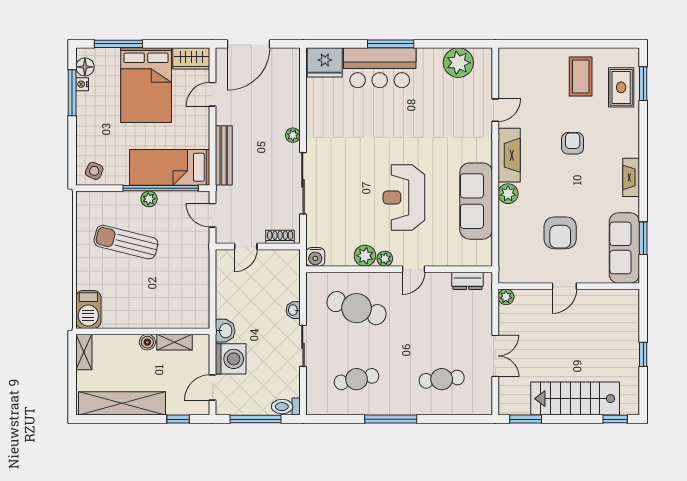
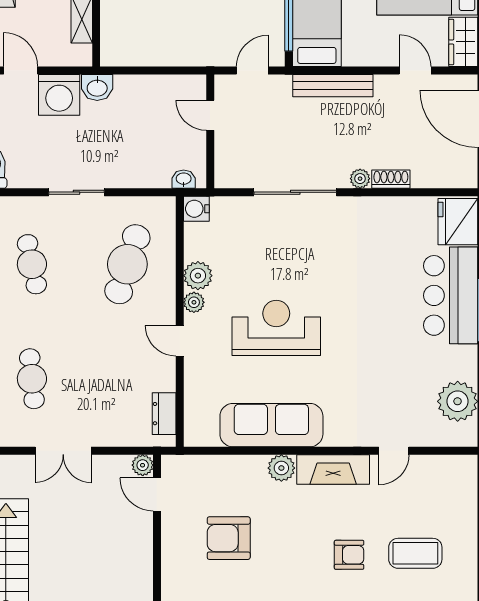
coffee table: (581, 76) -> (415, 553), moved
door: (495, 110) -> (394, 451), hinge flipped
shoe rack: (280, 237) -> (391, 179), moved, turned -90
door: (564, 286) -> (157, 494), moved
washbasin: (293, 310) -> (184, 179), moved

